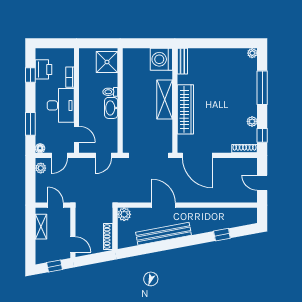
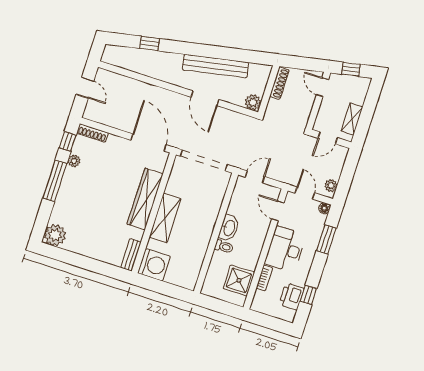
plant: (252, 53) -> (55, 235), width x1.88, depth x1.88
shower: (107, 62) -> (239, 280), moved
window: (262, 88) -> (55, 181), moved
door: (59, 155) -> (305, 193), hinge flipped
door: (56, 205) -> (328, 138), hinge flipped

